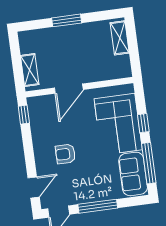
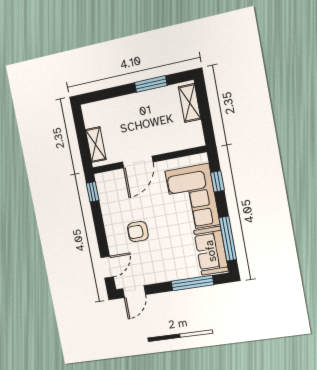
window: (67, 20) -> (151, 84), moved
window: (143, 123) -> (217, 181), moved
window: (98, 206) -> (192, 283), moved

